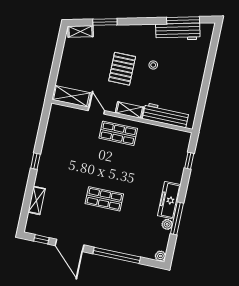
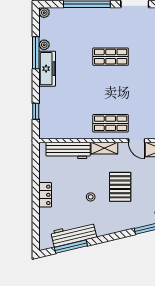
locker: (198, 76) -> (45, 195), added

